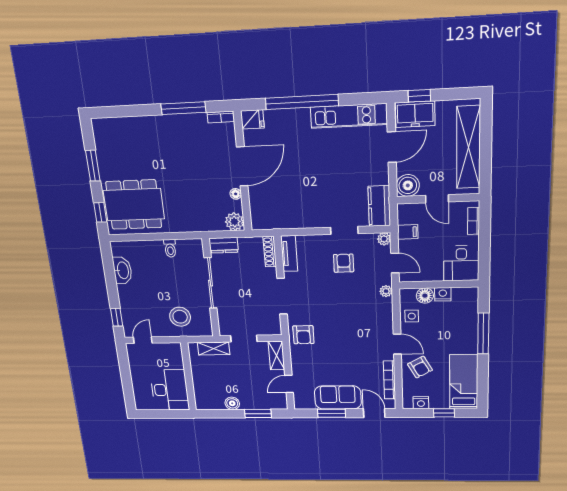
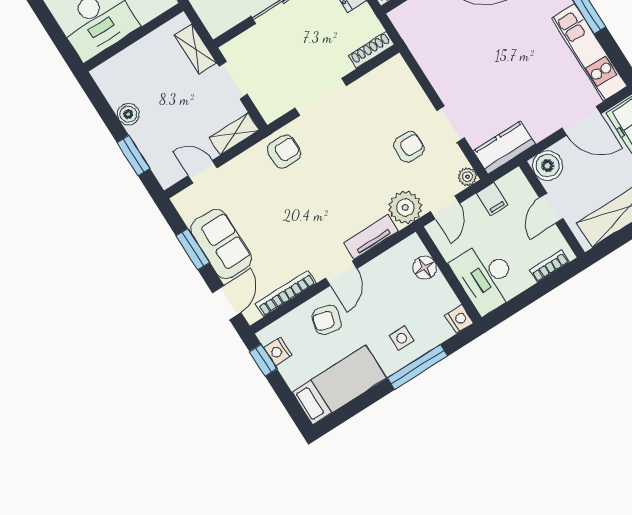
tv unit: (289, 254) -> (371, 237), moved, turned 180
desk: (461, 263) -> (486, 277), width x1.37
plant: (386, 291) -> (405, 207), width x1.87, depth x1.87
nightstand: (443, 294) -> (459, 319), moved
side table: (412, 316) -> (402, 338), moved
armchair: (303, 335) -> (284, 151), turned 180
armchair: (420, 367) -> (327, 320), turned 44
window: (444, 413) -> (263, 360), moved

